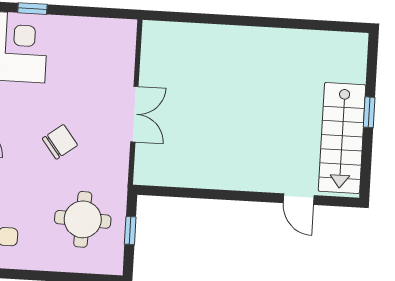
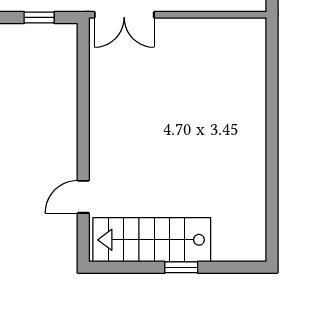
double door: (134, 114) -> (124, 15), moved

